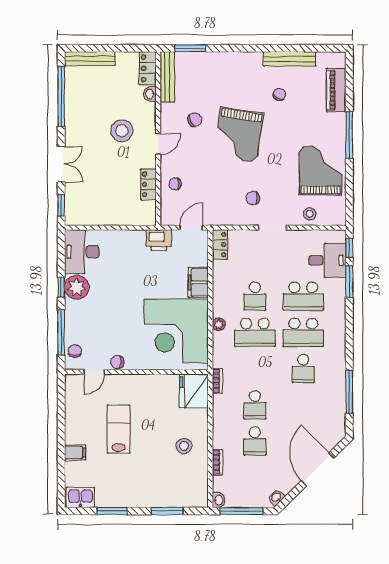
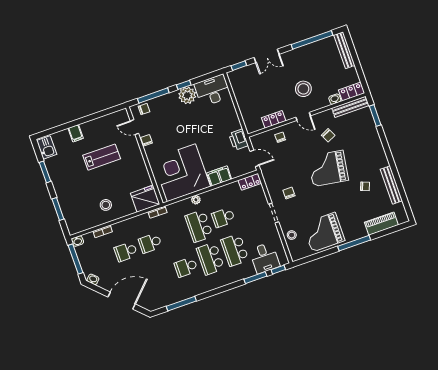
grand piano: (321, 170) -> (324, 232), turned 180

